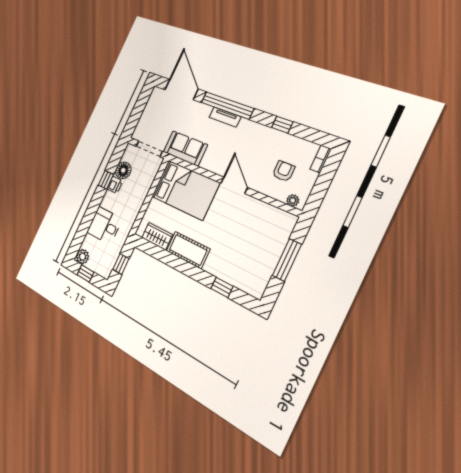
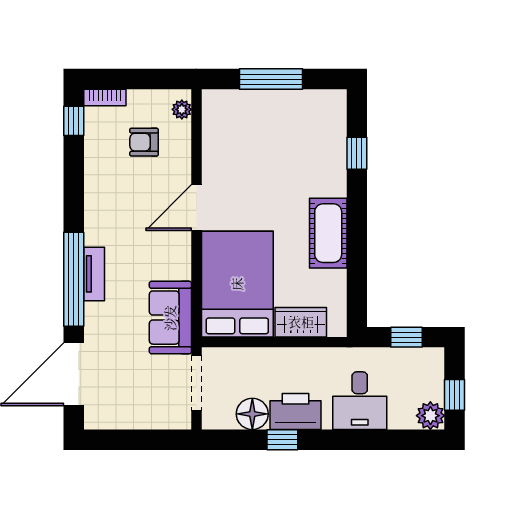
window: (282, 125) -> (74, 121), moved
printer: (115, 185) -> (295, 412), width x1.87, depth x1.48
wardrobe: (157, 236) -> (301, 322), moved, turned 90

